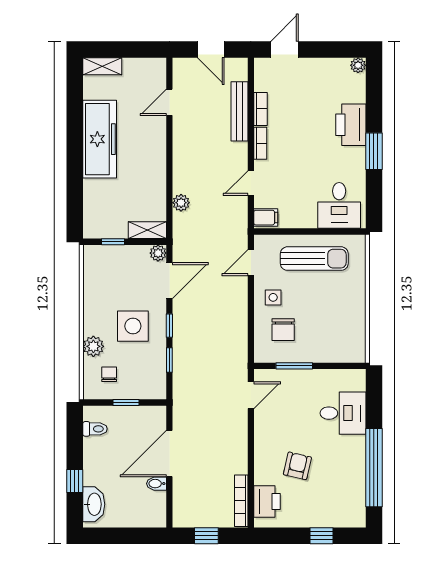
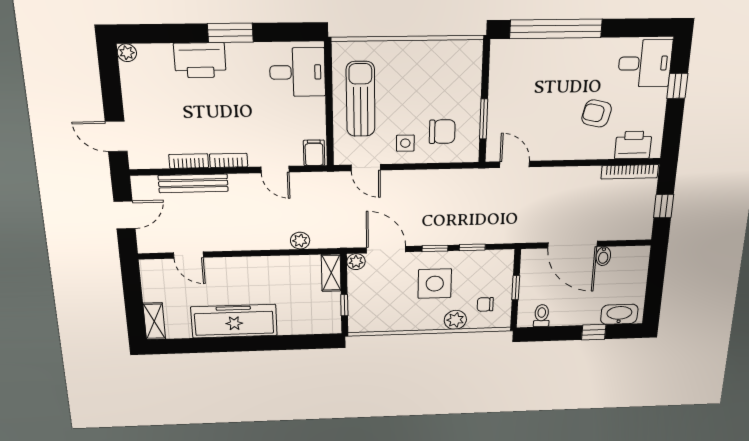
desk: (343, 413) -> (645, 63), moved, turned 90
window: (374, 468) -> (556, 29), moved

